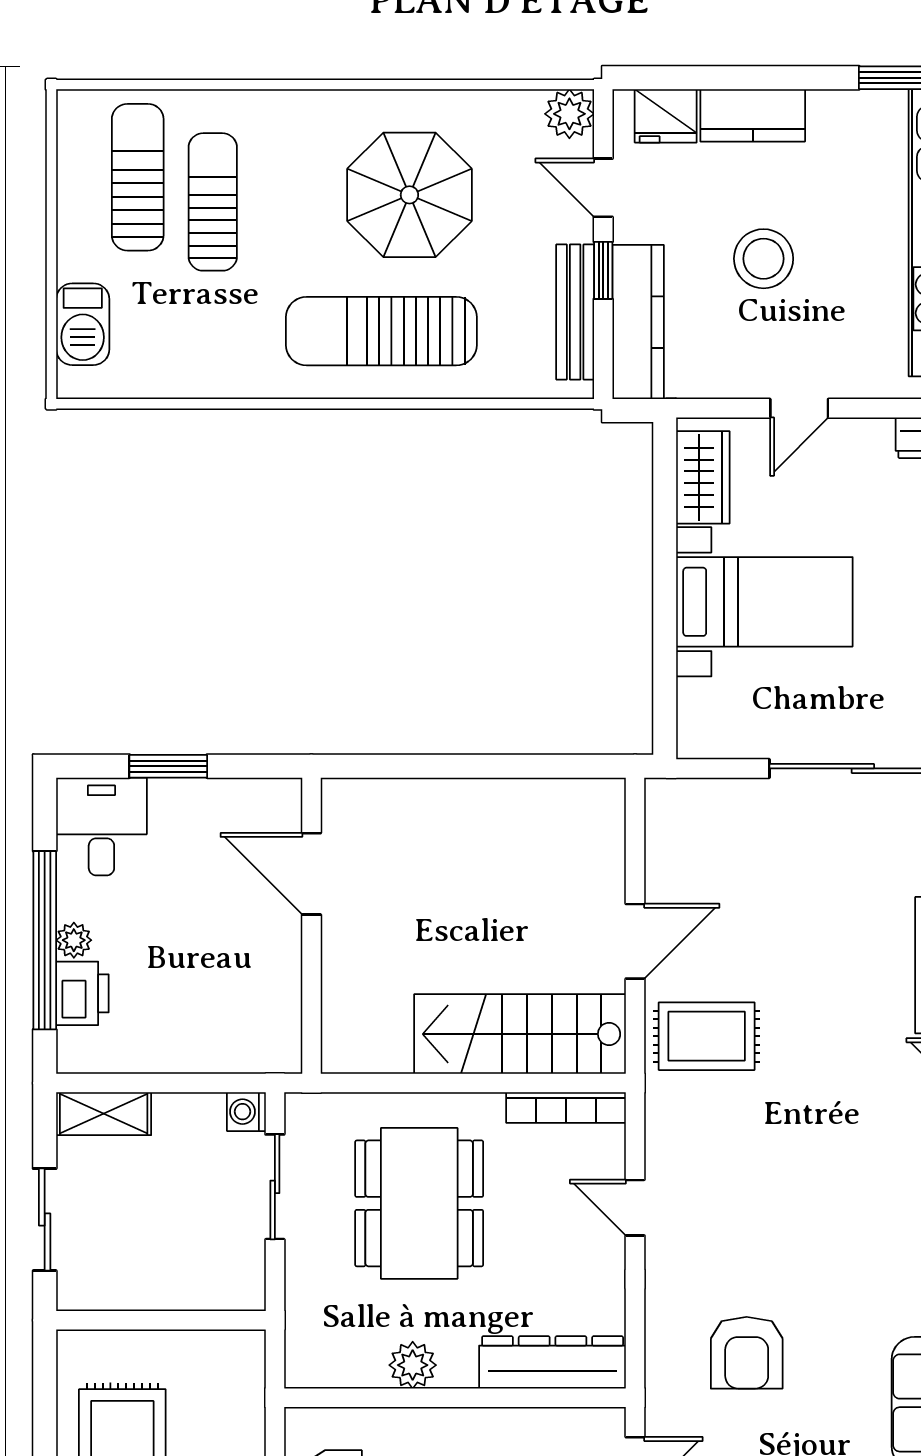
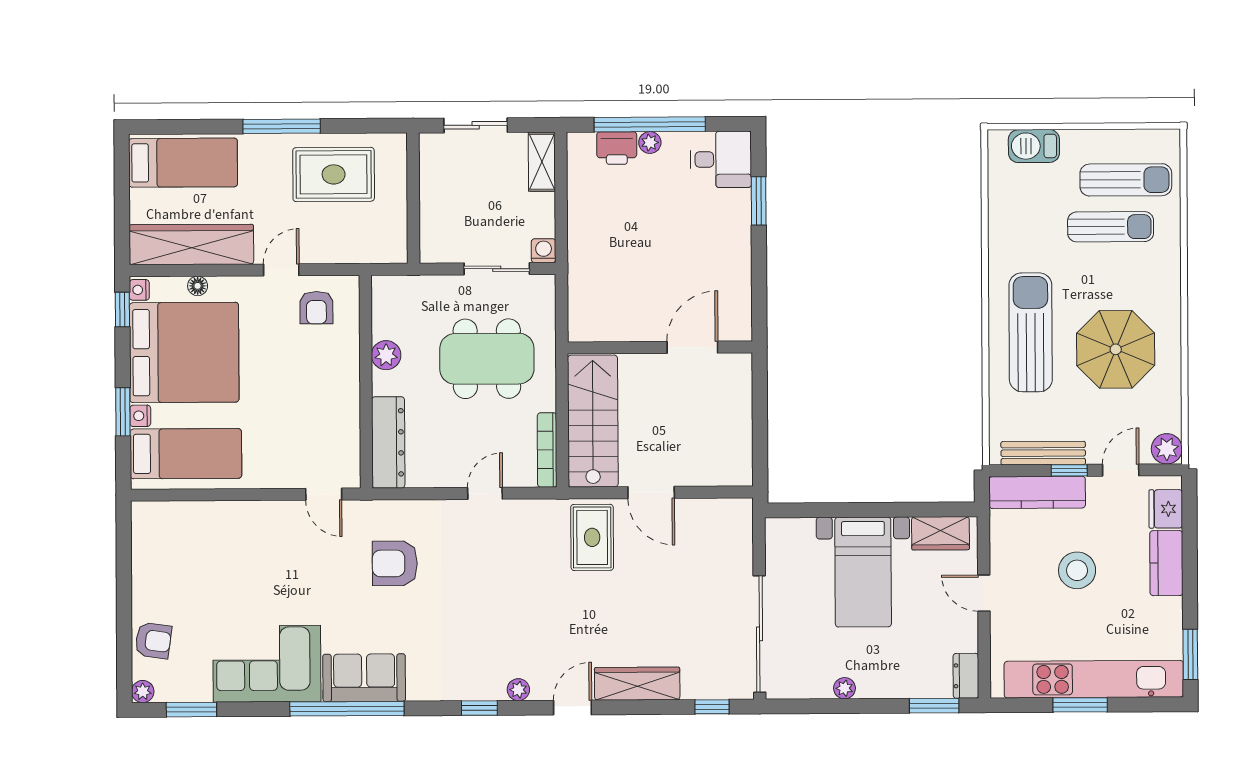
door: (311, 874) -> (692, 347), moved
wall: (311, 926) -> (660, 347), moved

